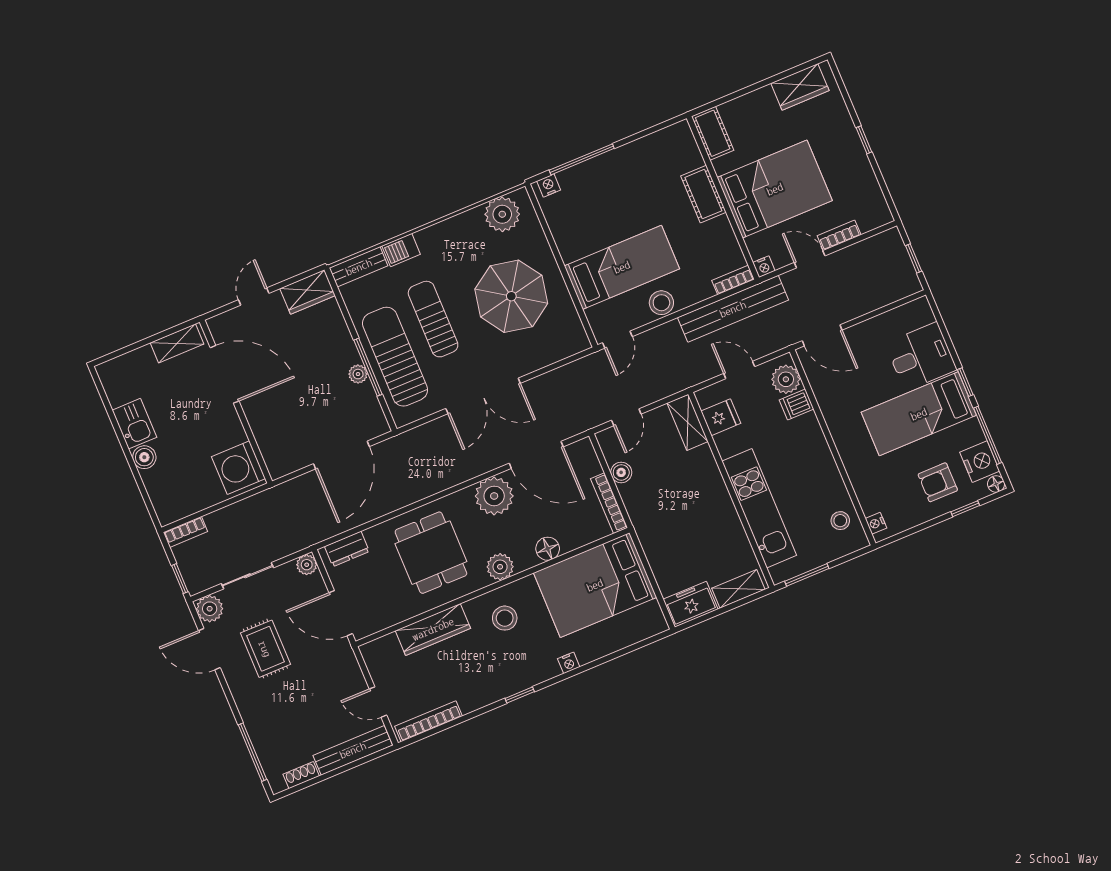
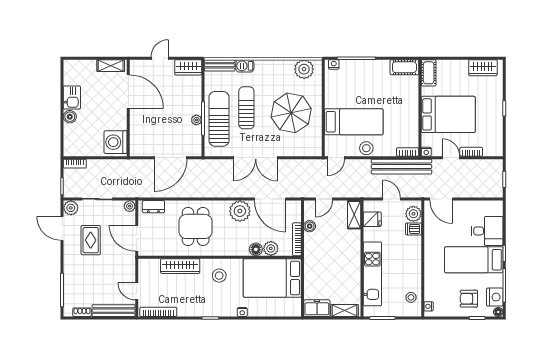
cot: (703, 194) -> (404, 67), moved, turned 90
plant: (500, 567) -> (271, 248), moved

